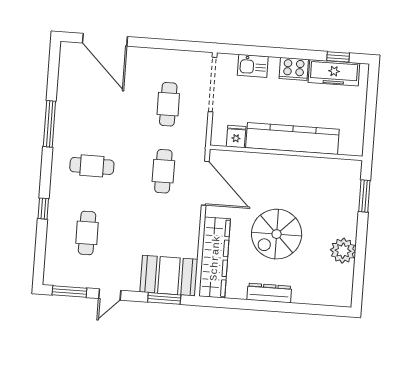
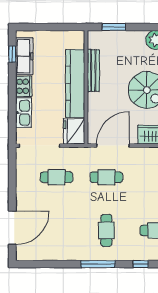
kitchen sink: (253, 66) -> (24, 113), width x1.38
window: (49, 124) -> (98, 264), moved
fridge: (236, 136) -> (74, 131), width x1.88, depth x1.34
bench: (308, 164) -> (93, 70), added

